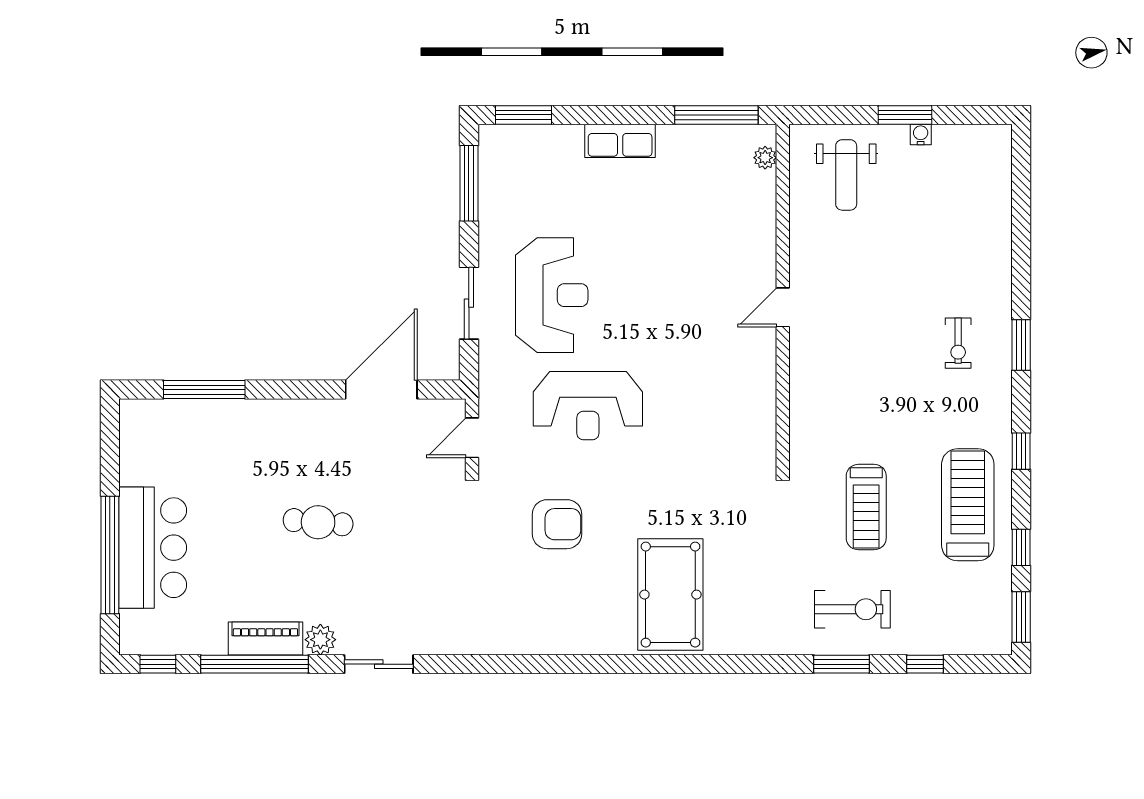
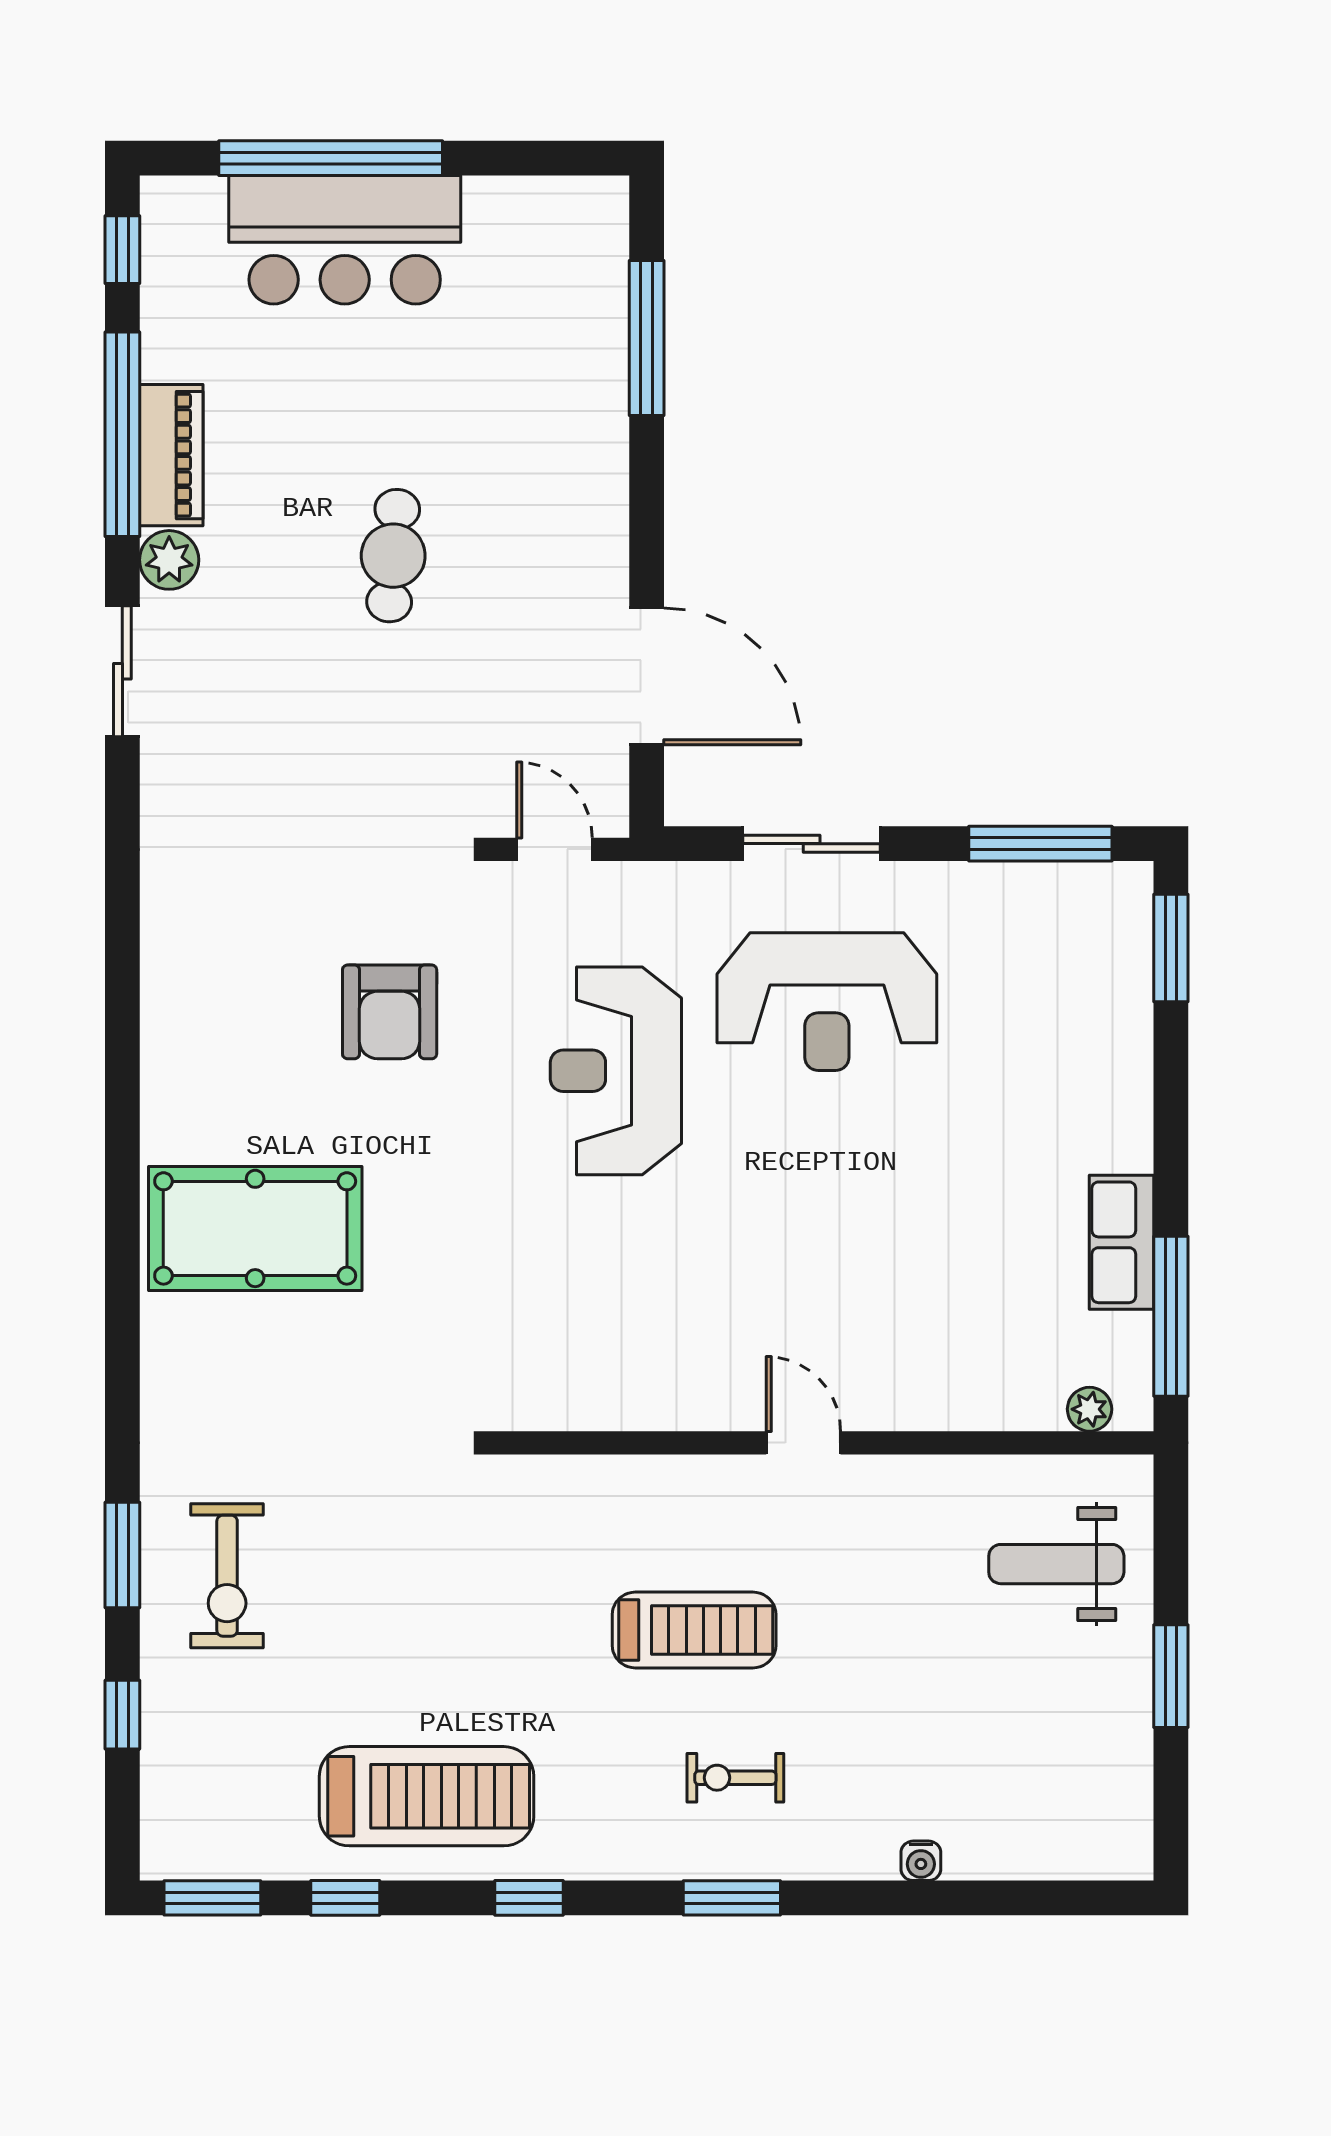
water cooler: (921, 134) -> (921, 1861), moved, turned 90
row of seats: (620, 141) -> (1121, 1242), moved
treadmill: (866, 507) -> (694, 1630), moved, turned 180

